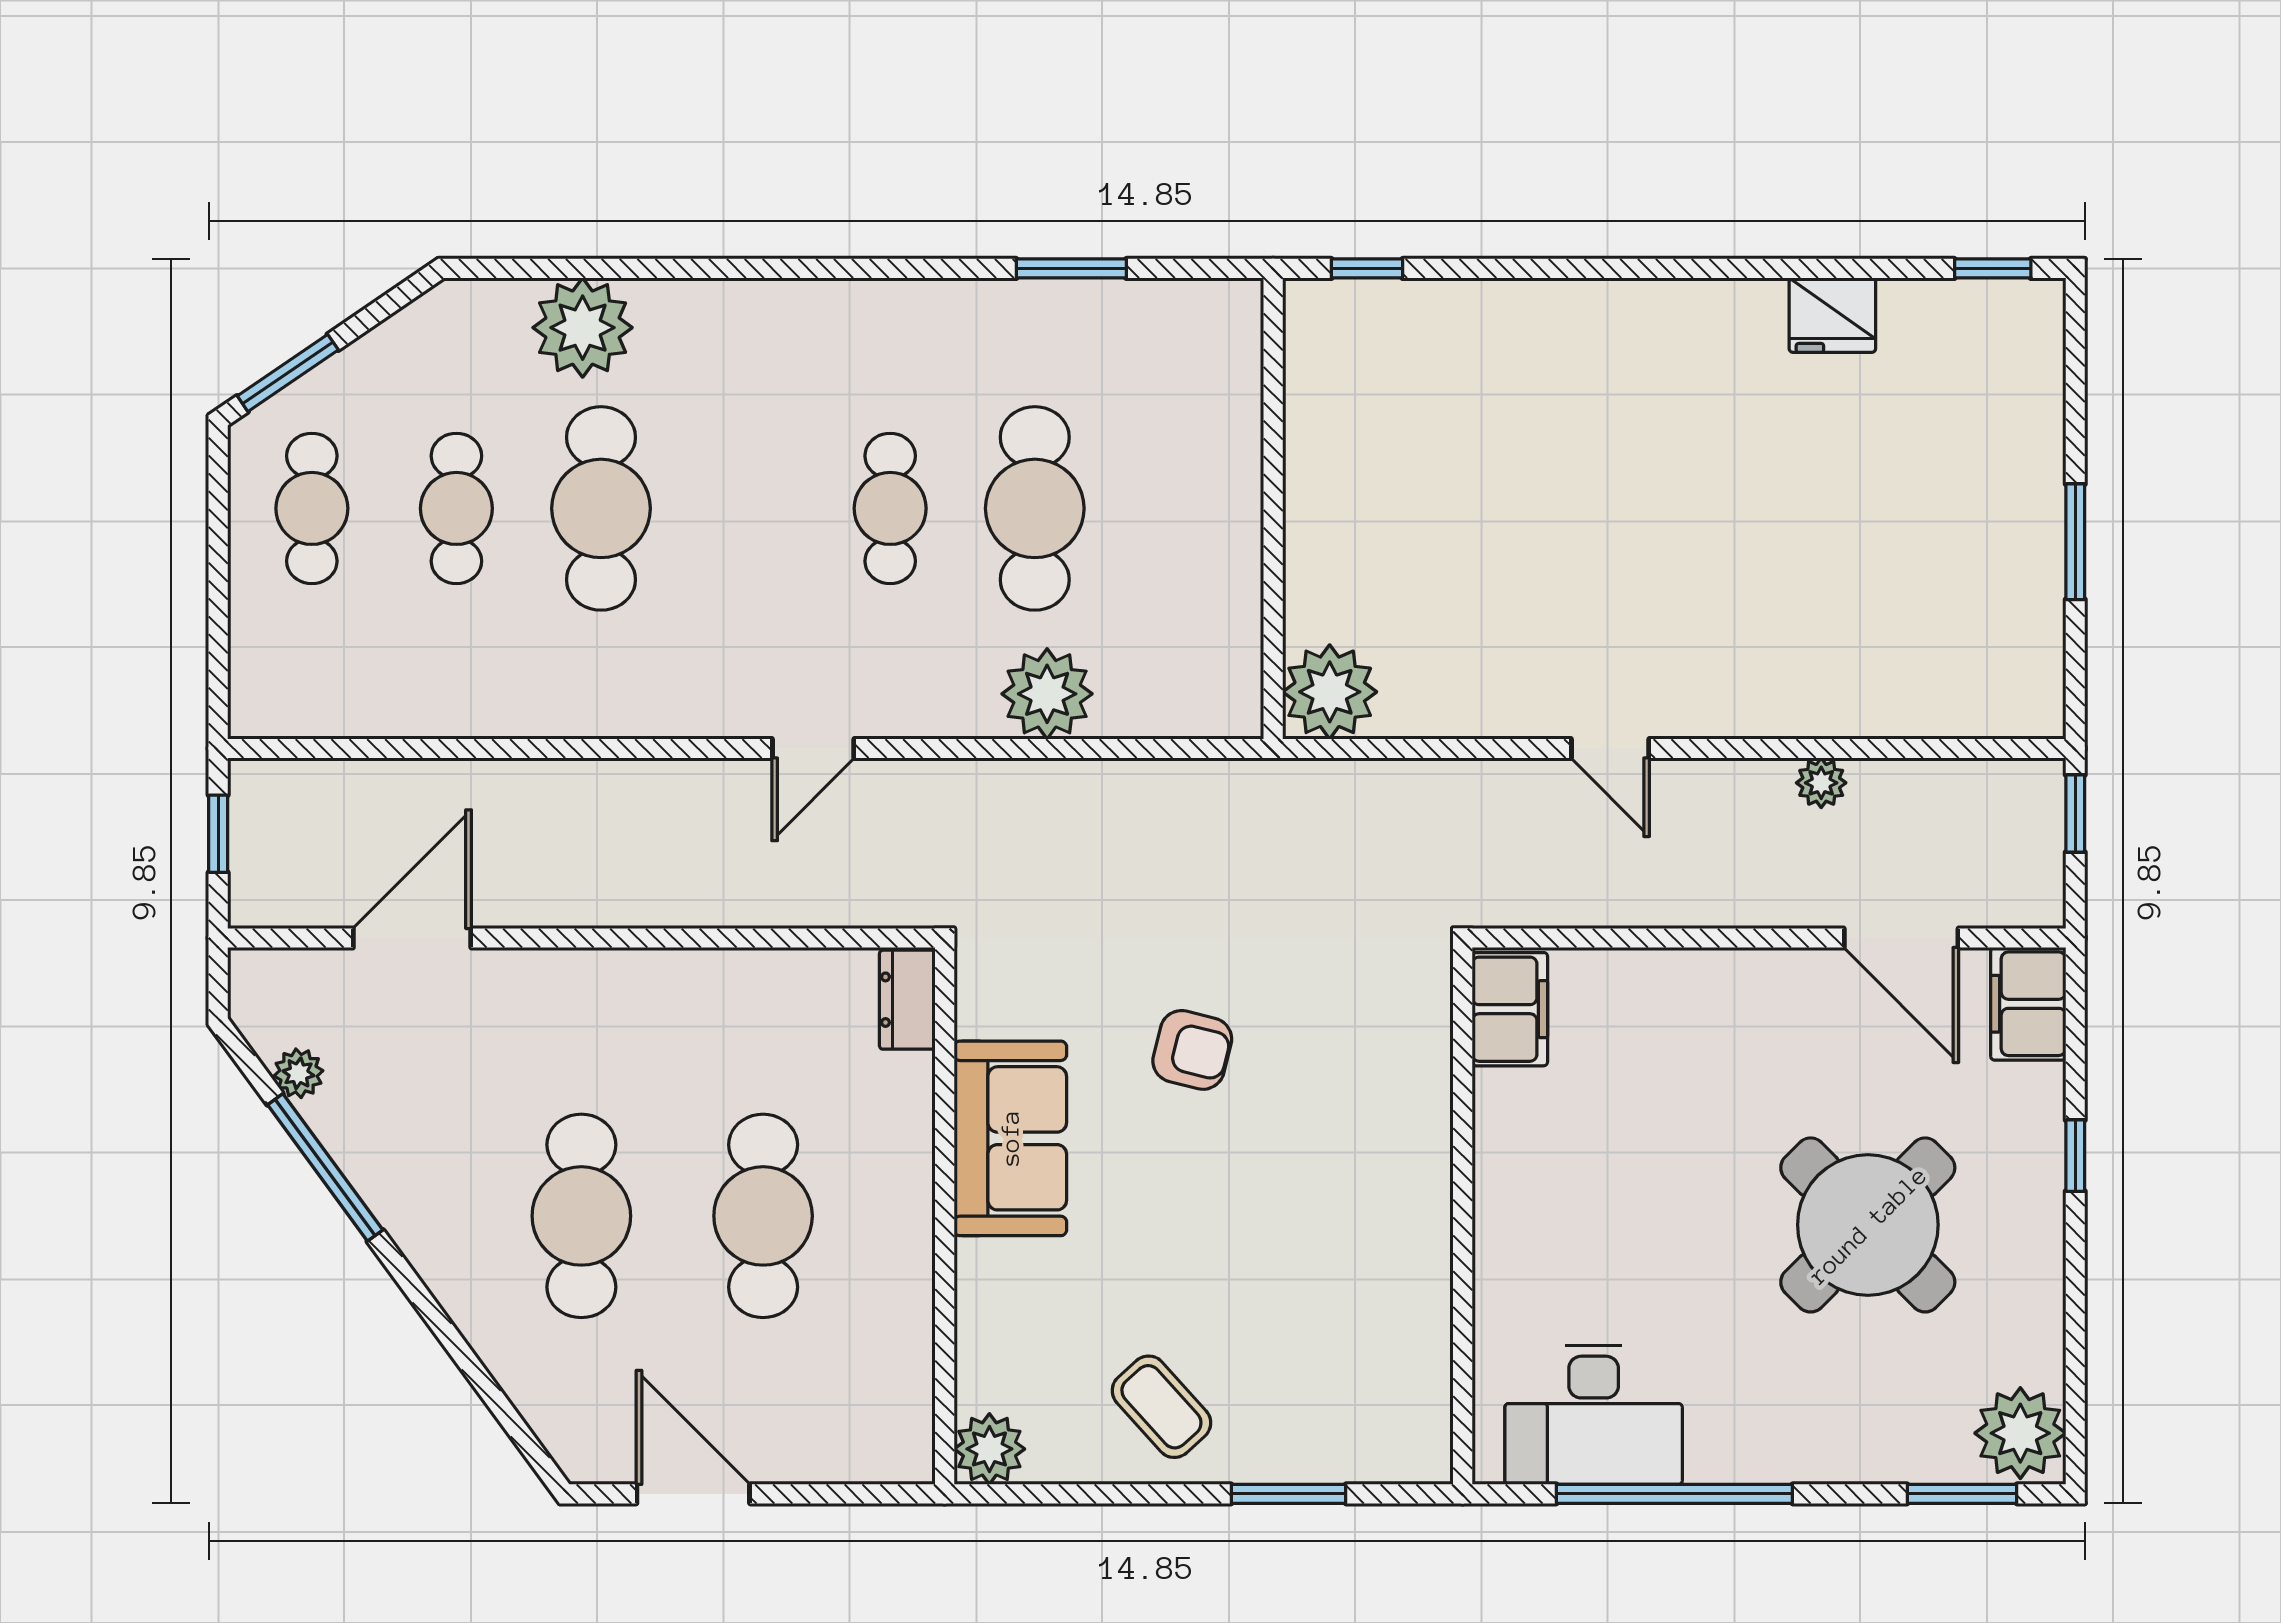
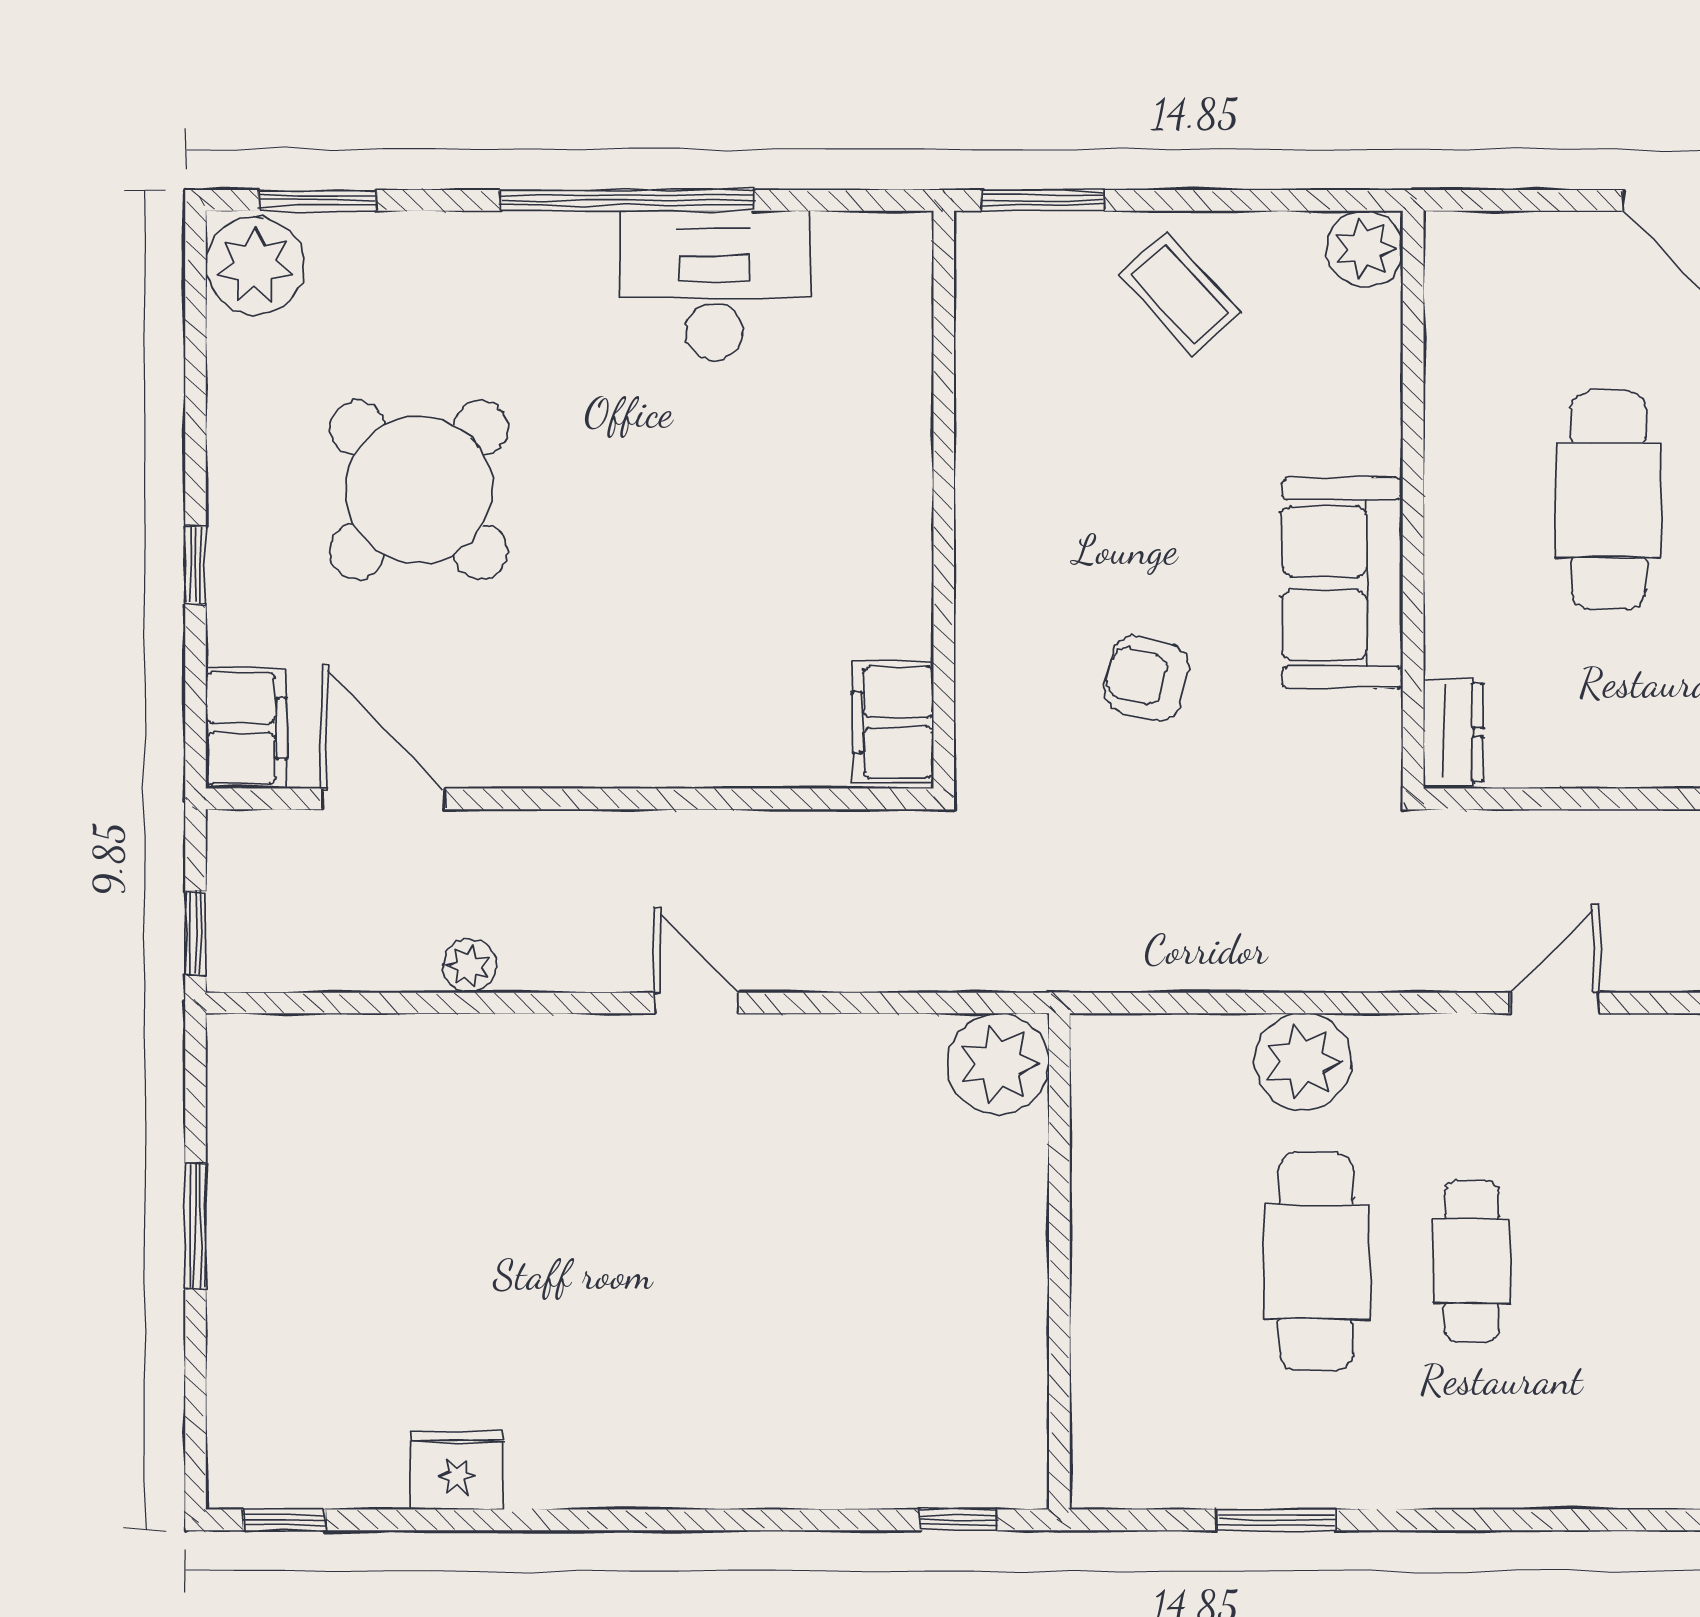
filing cabinet: (1510, 1009) -> (893, 722), moved
wall: (1463, 1216) -> (944, 500), moved

